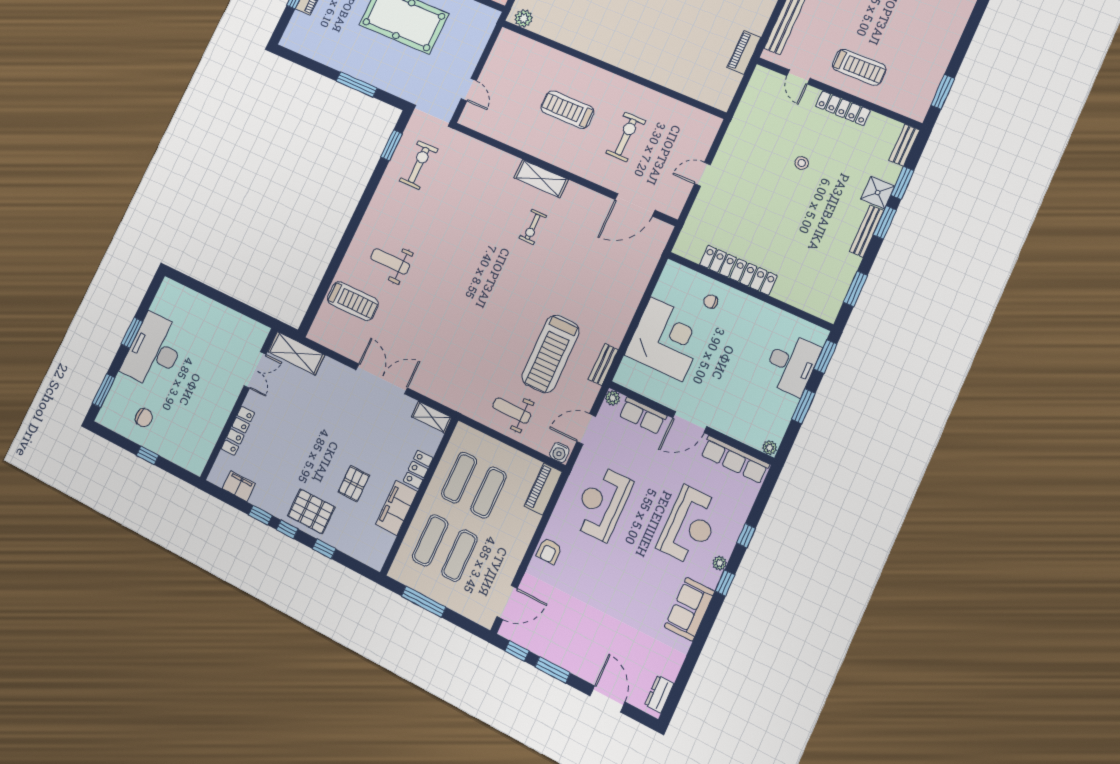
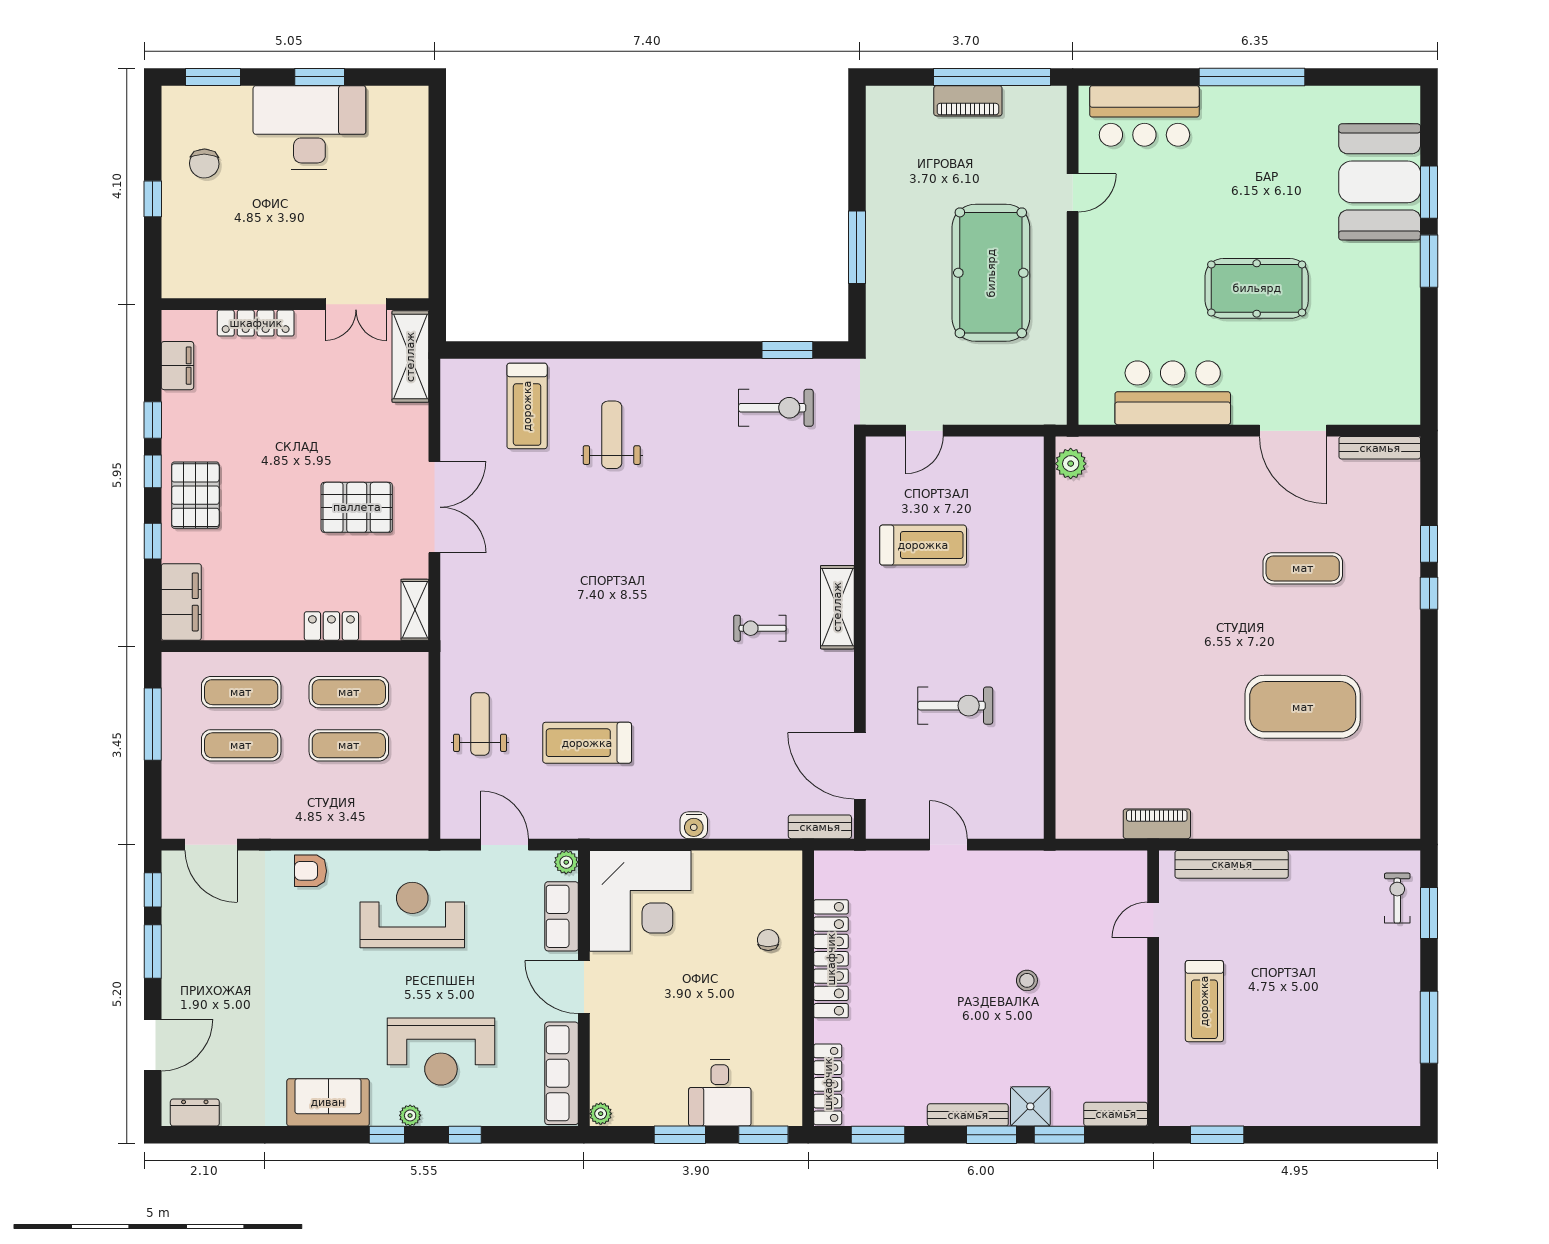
locker: (843, 108) -> (828, 1084), moved, turned 180
treadmill: (567, 110) -> (923, 545), moved, turned 90
corner desk: (666, 339) -> (640, 901), moved
treadmill: (551, 354) -> (587, 743), width x0.73, depth x0.73
bench: (603, 364) -> (820, 827), moved
desk: (792, 364) -> (720, 1093), width x0.73
water cooler: (559, 453) -> (694, 825), moved, turned -90
pallet: (354, 484) -> (357, 507), moved, width x1.50, depth x1.42
piano: (543, 489) -> (392, 822), removed
filing cabinet: (396, 508) -> (181, 602), moved, turned 90

